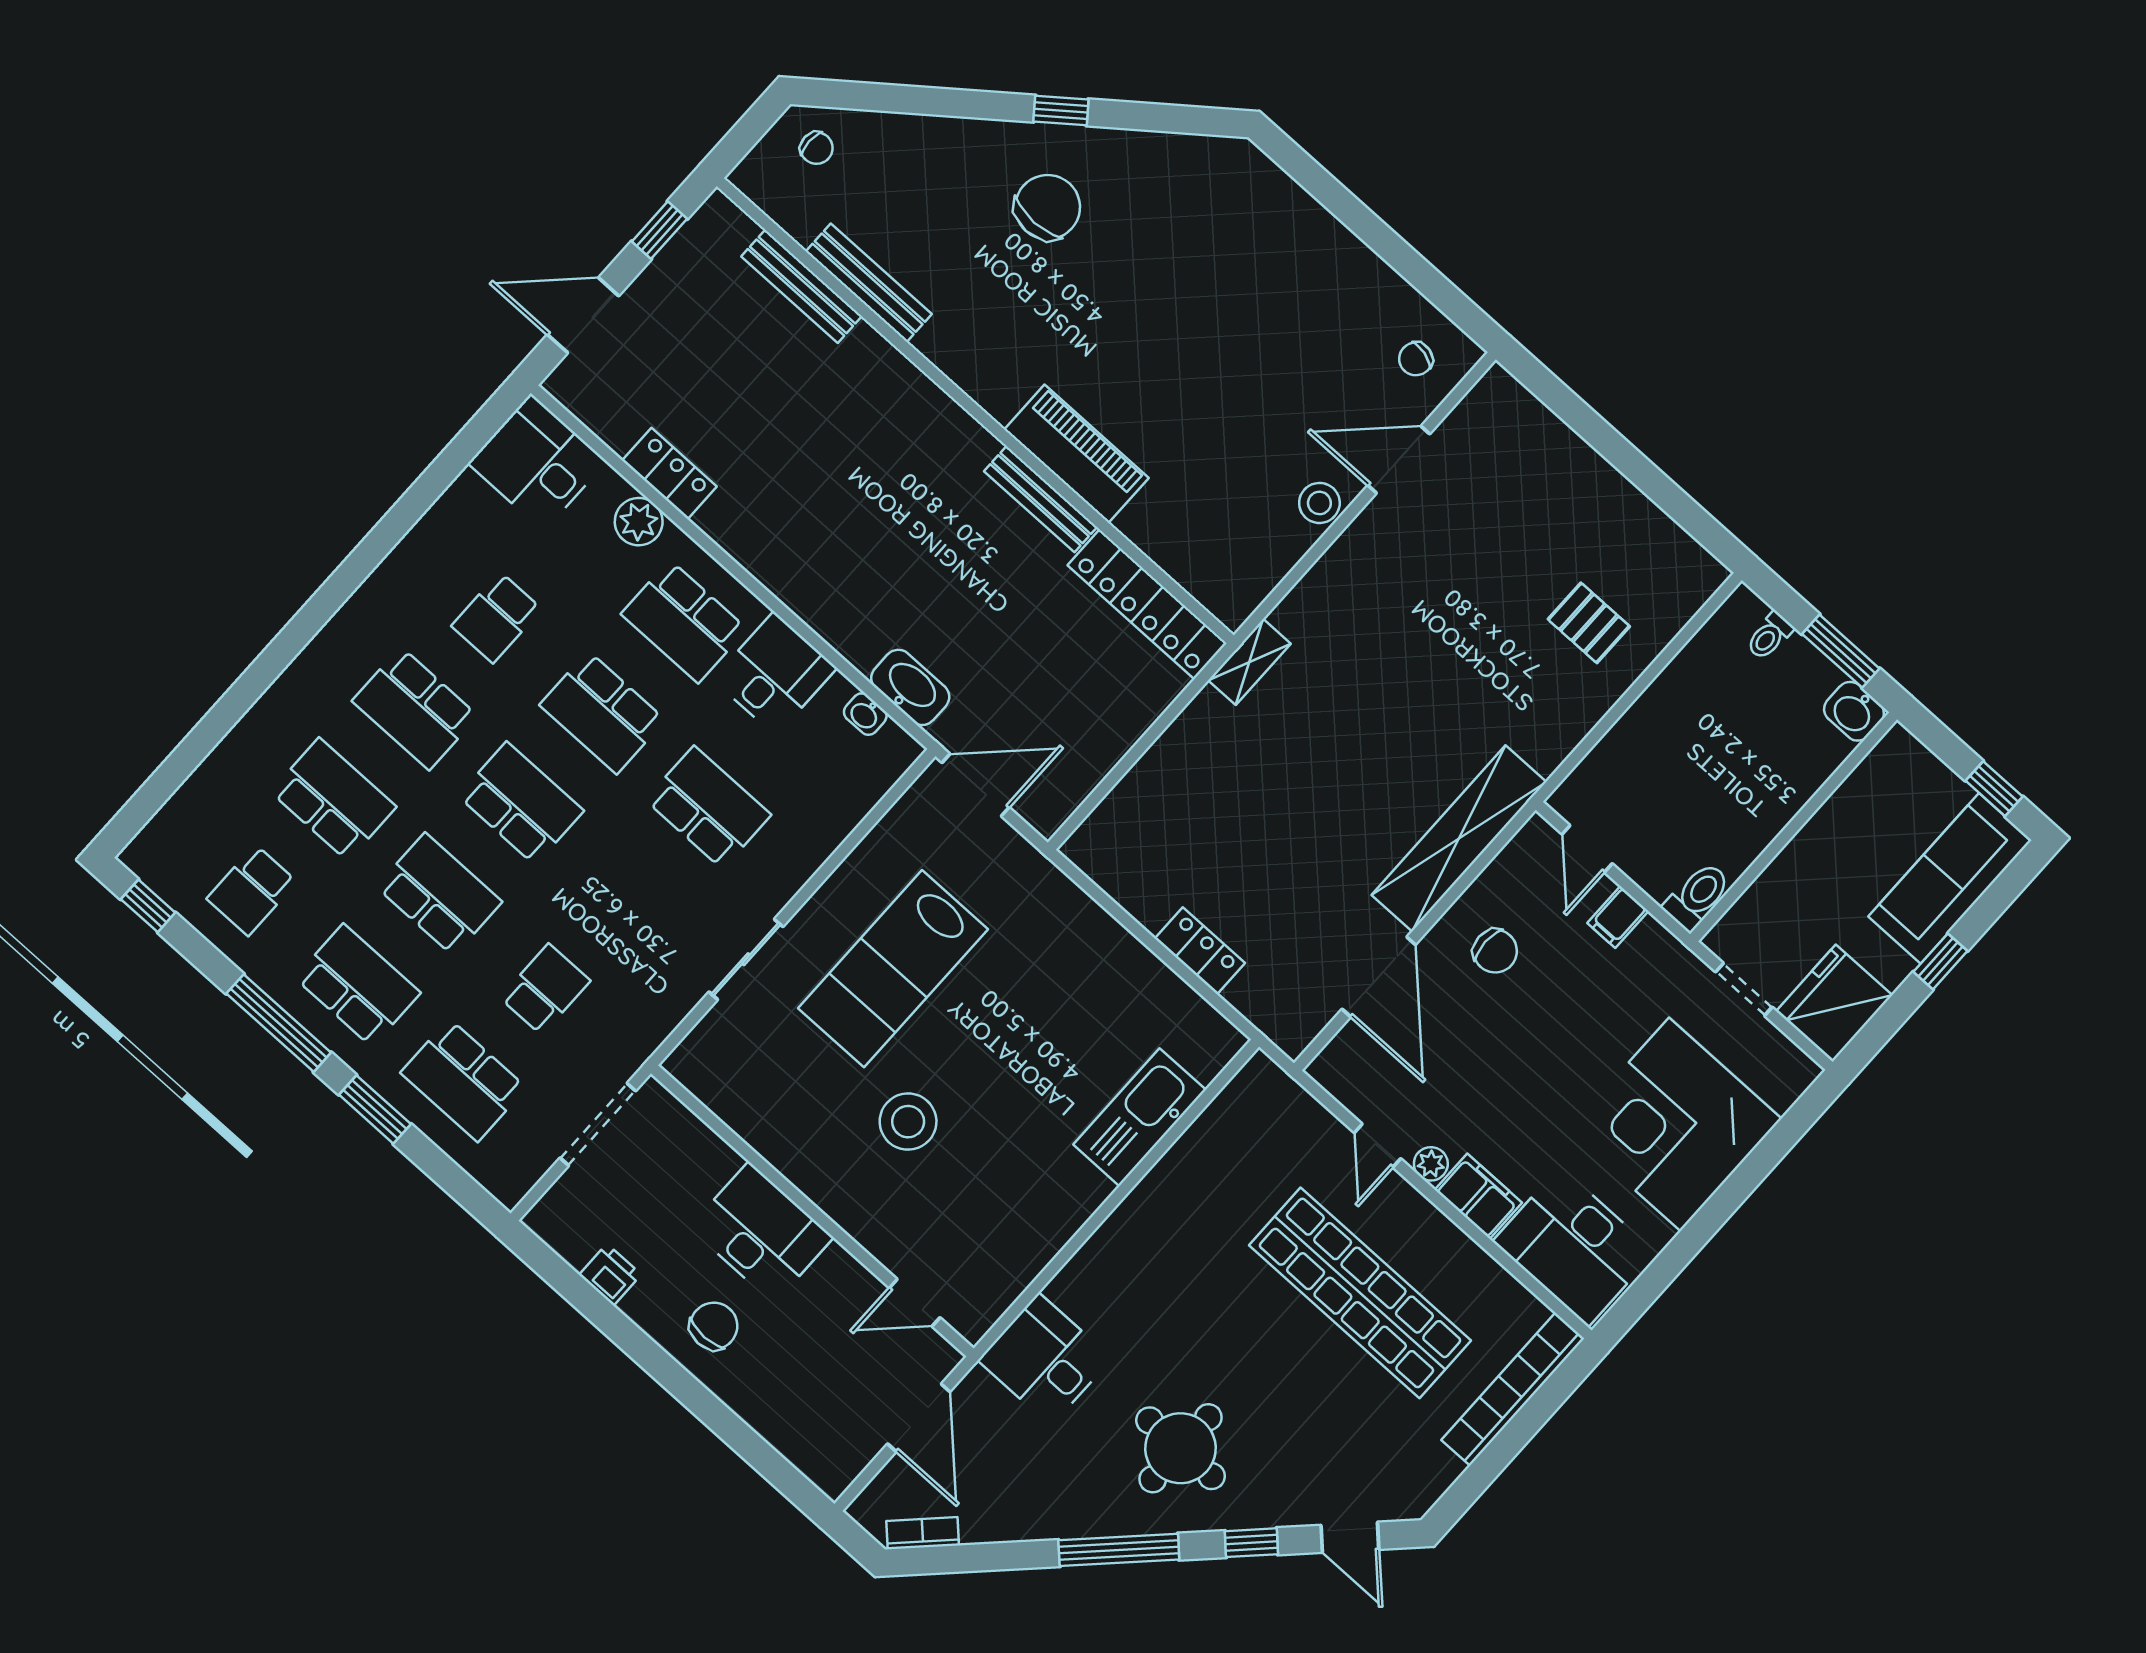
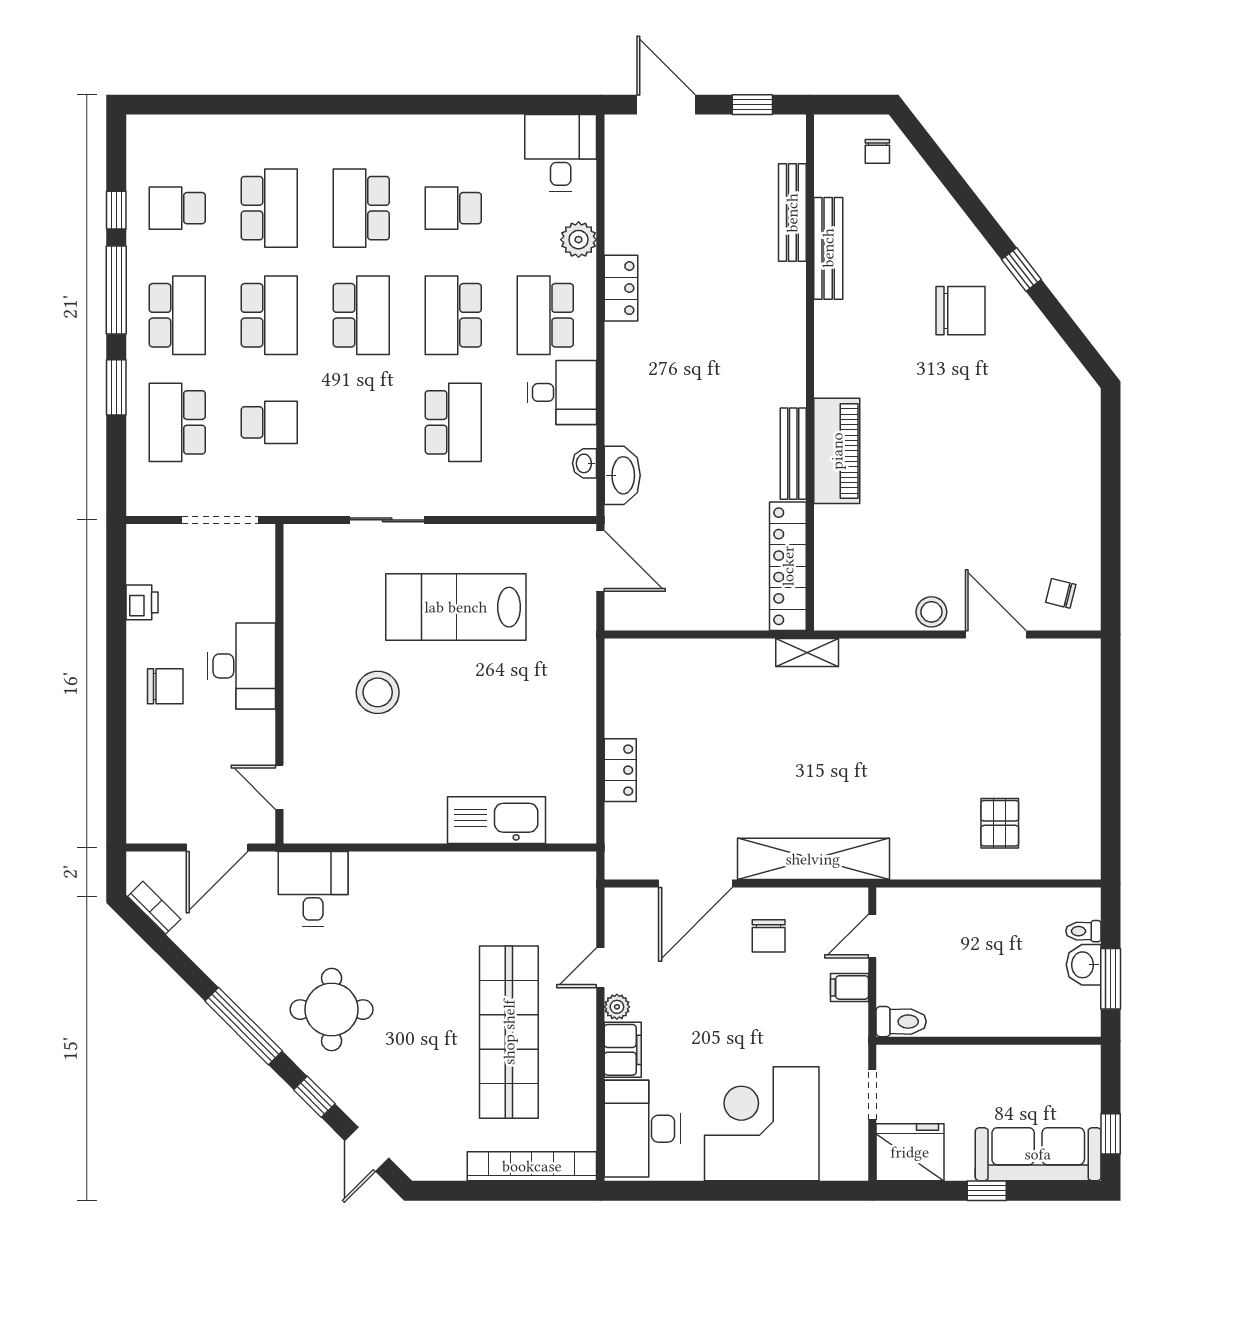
locker: (669, 473) -> (621, 288), moved
washbasin: (1854, 711) -> (1084, 965), moved
window: (148, 906) -> (116, 210), moved

